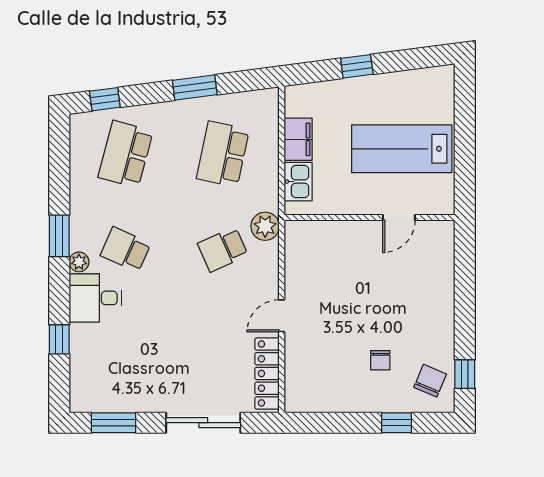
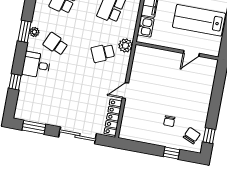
plant: (79, 262) -> (34, 32), moved

